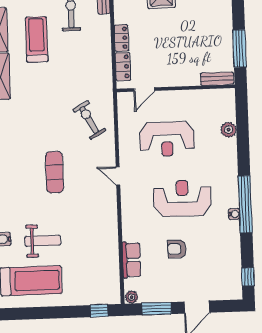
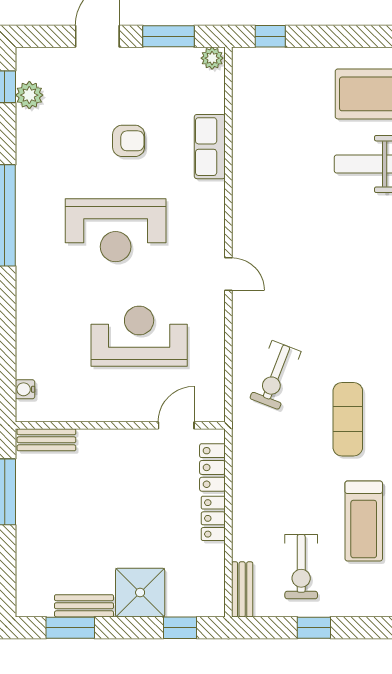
exercise bike: (89, 120) -> (275, 375), turned 50
plant: (229, 130) -> (29, 95), moved
exercise mat: (55, 172) -> (348, 419), moved
water cooler: (234, 214) -> (25, 389), moved
row of seats: (132, 260) -> (210, 147), moved

